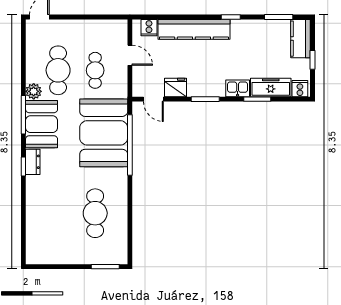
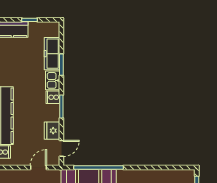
door: (130, 55) -> (38, 167), moved
cooker: (300, 89) -> (53, 97), moved

